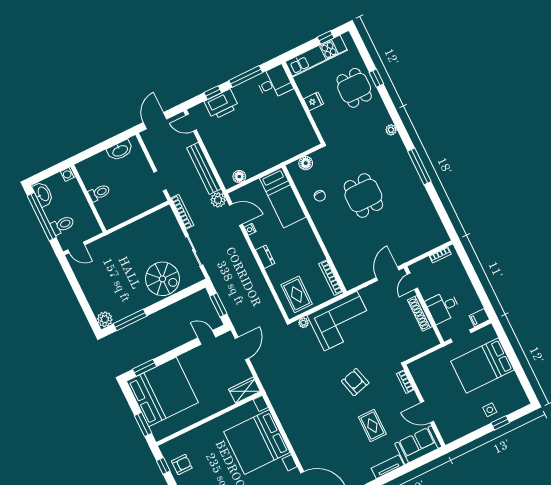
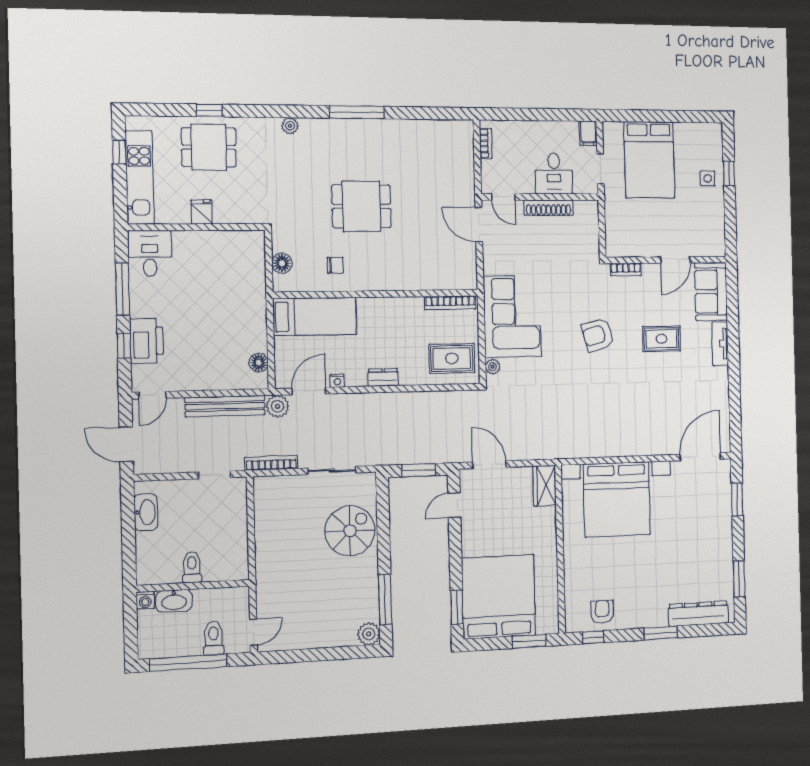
washbasin: (43, 194) -> (174, 601), moved, turned 180

